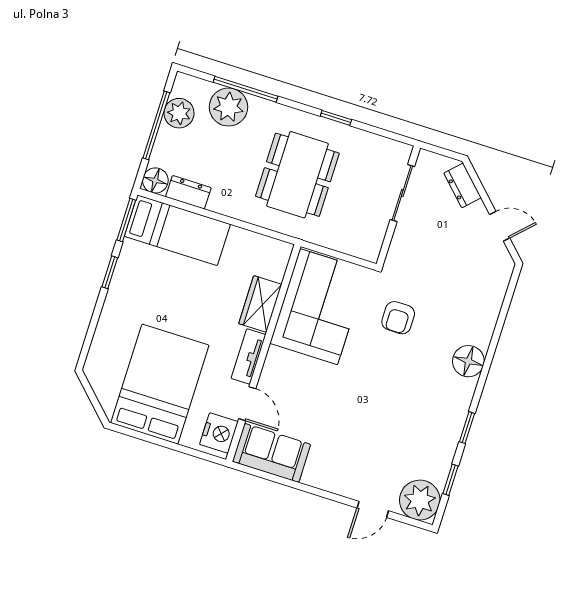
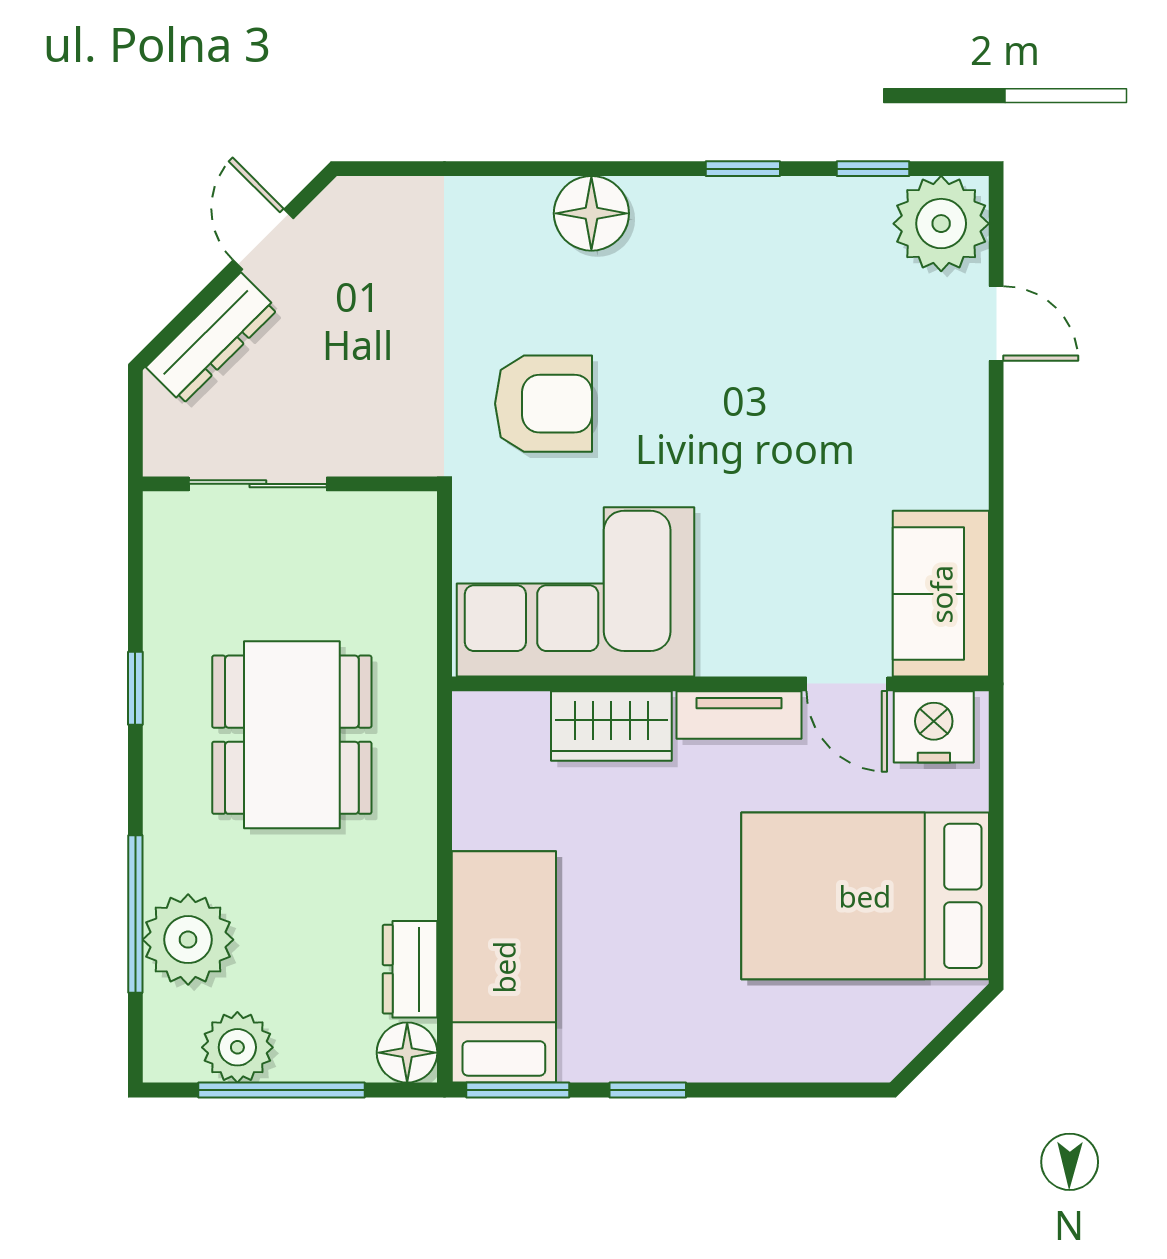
dining table: (297, 175) -> (292, 735), turned 90
dresser: (463, 185) -> (212, 338), width x1.44
armchair: (398, 318) -> (543, 404), width x1.38, depth x1.38
door: (247, 404) -> (847, 684), swing flipped

